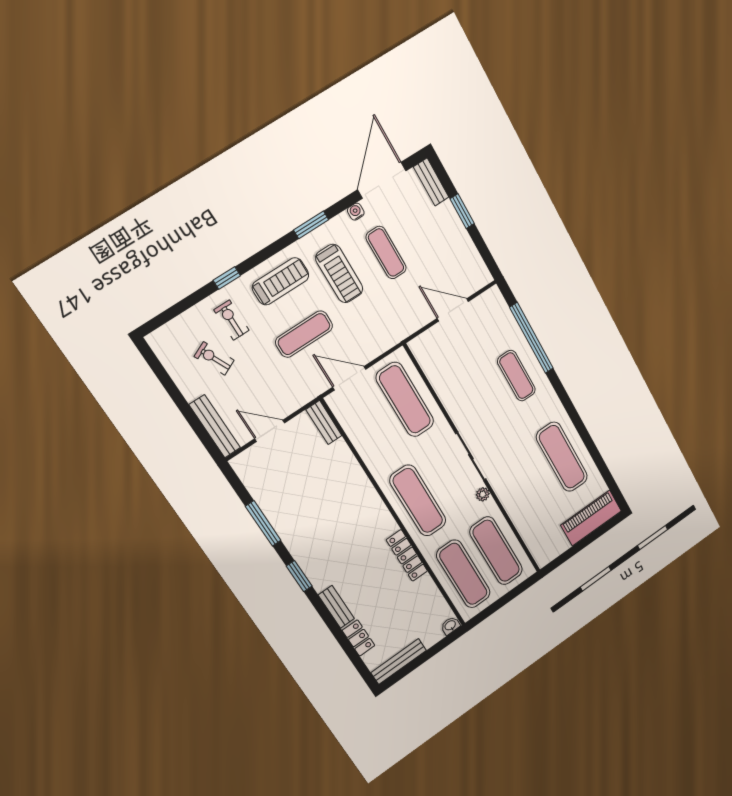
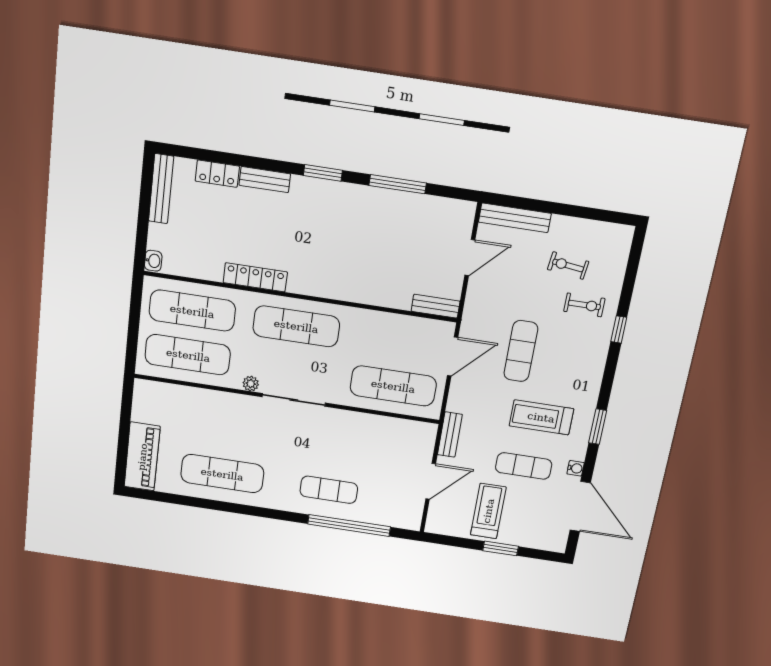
bench: (431, 182) -> (450, 435), moved, turned 90
treadmill: (281, 281) -> (488, 511), moved, turned 180
exercise bike: (214, 358) -> (568, 265), turned -148

